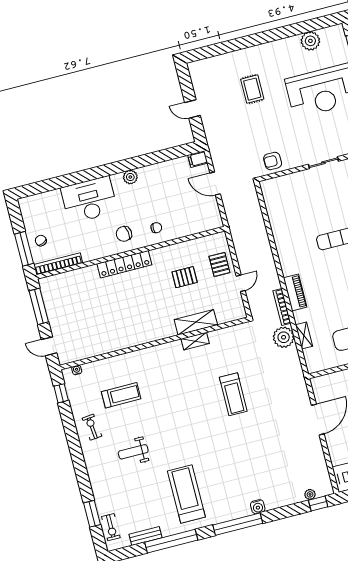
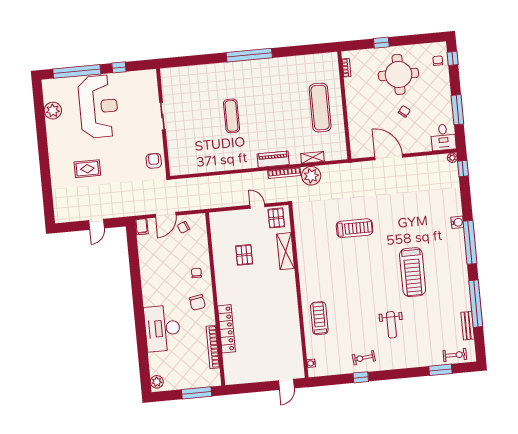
armchair: (273, 161) -> (154, 161), turned 180
plant: (130, 177) -> (157, 382), moved
chair: (41, 241) -> (183, 227), moved
bookcase: (58, 264) -> (213, 347), moved
locker: (124, 264) -> (226, 329), moved
pallet: (219, 264) -> (276, 218), moved, turned 90
window: (39, 306) -> (250, 388), removed
shelving: (195, 341) -> (302, 255), removed
window: (61, 393) -> (361, 377), moved
treadmill: (121, 395) -> (319, 318), moved
treadmill: (186, 494) -> (413, 272), moved, turned -90
plant: (310, 494) -> (452, 158), moved

